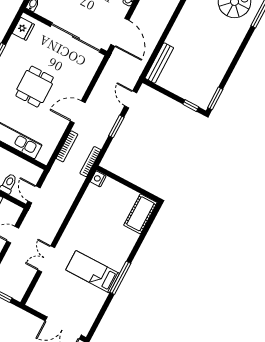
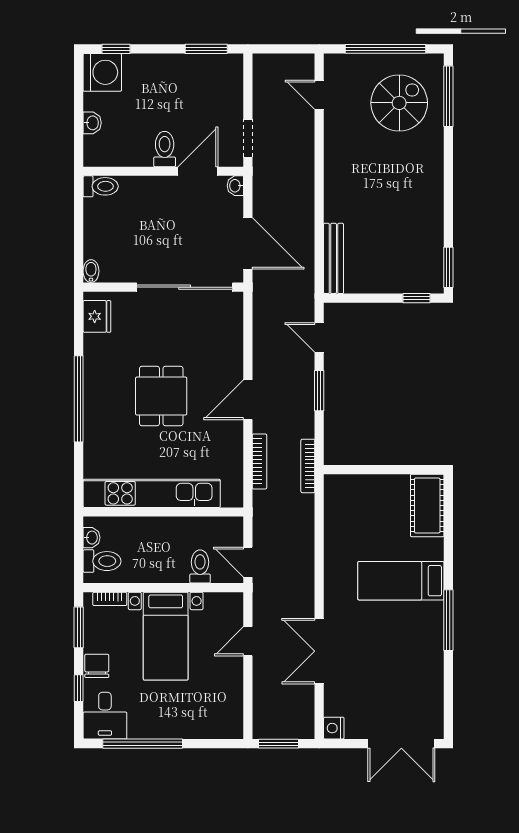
nightstand: (98, 179) -> (334, 728), moved
double door: (46, 259) -> (319, 651), width x1.37
bed: (93, 272) -> (401, 581), moved

